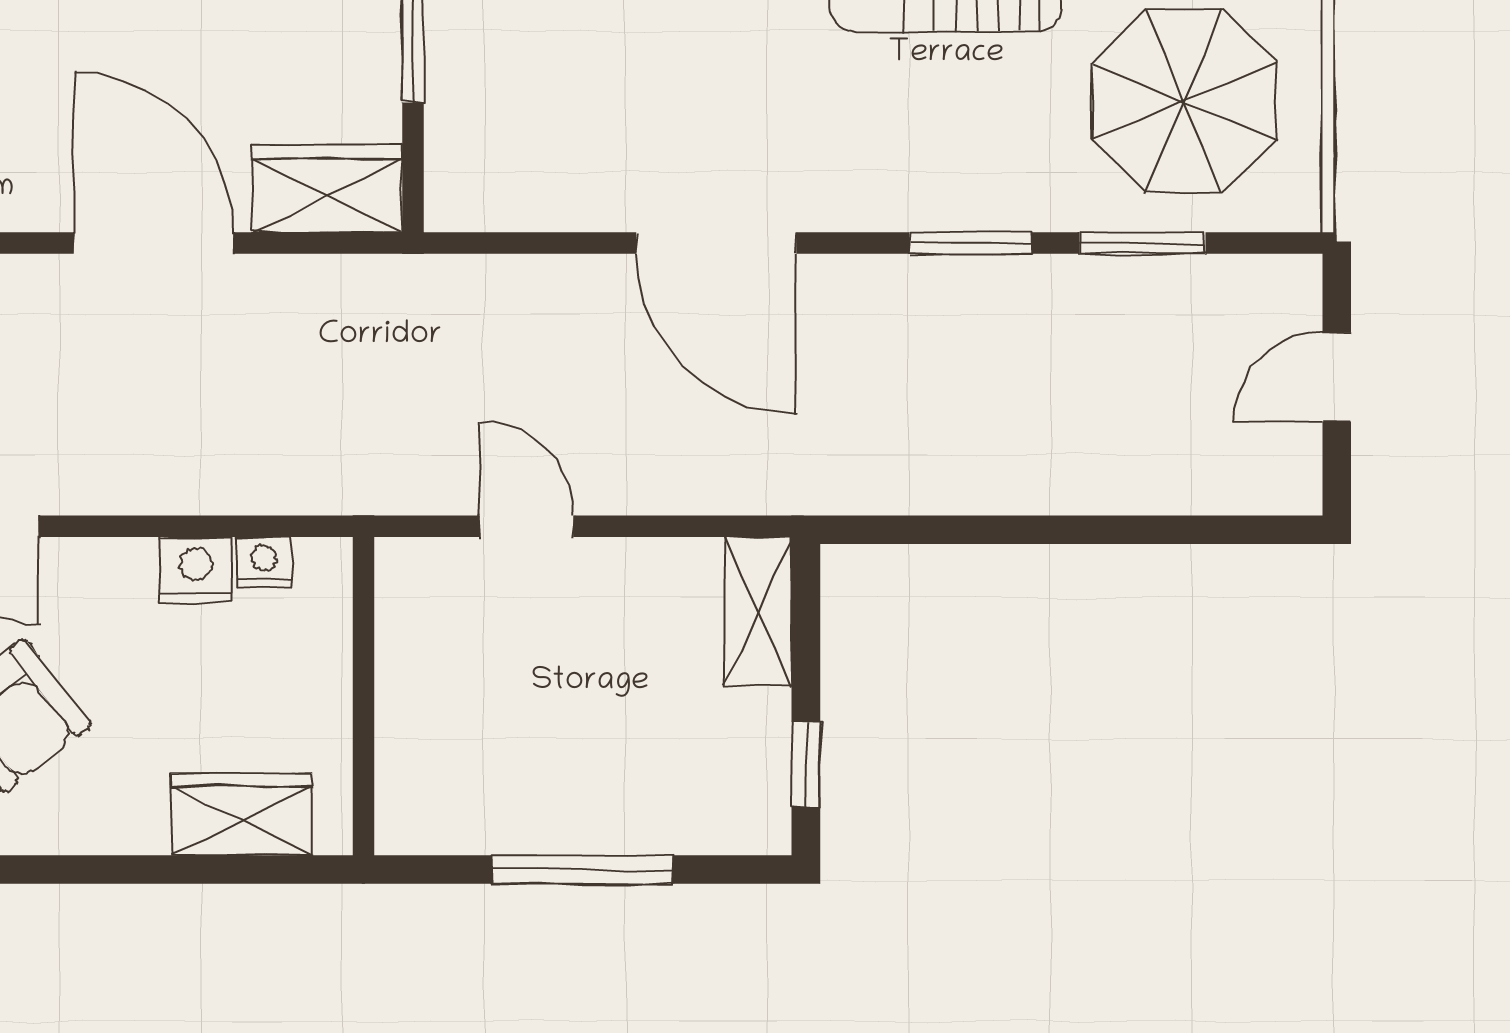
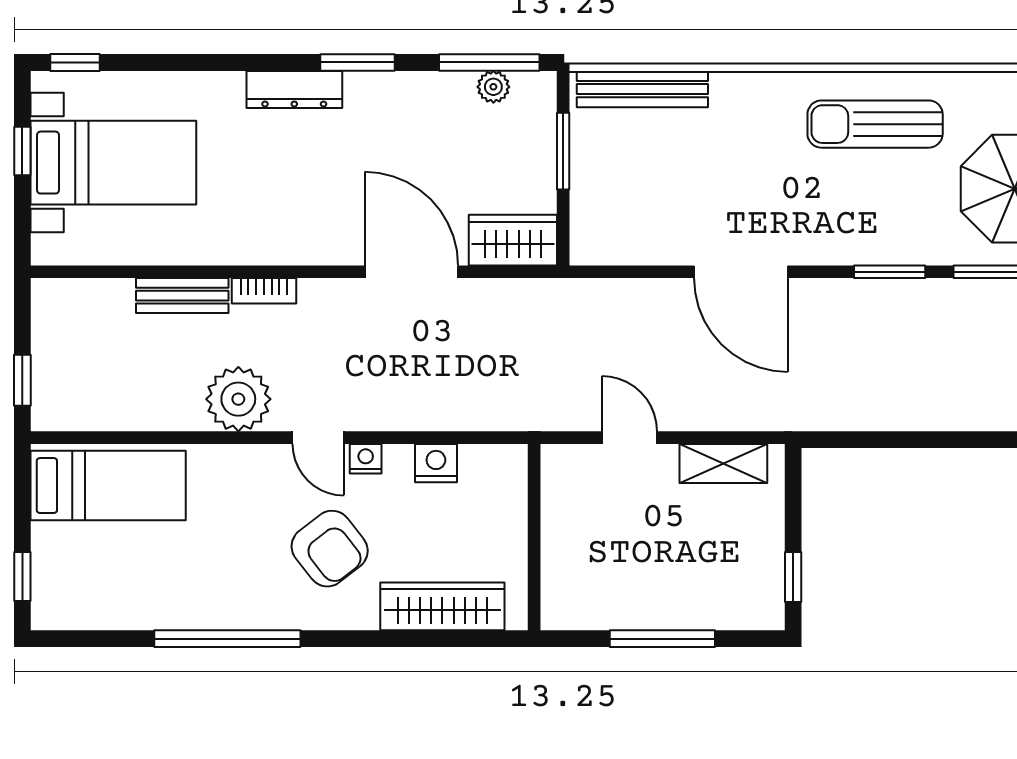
nightstand: (264, 562) -> (366, 459), moved
shelving: (758, 612) -> (723, 463), moved, turned 90
wardrobe: (242, 814) -> (442, 606), width x1.50

